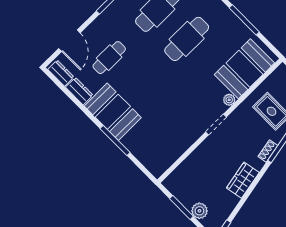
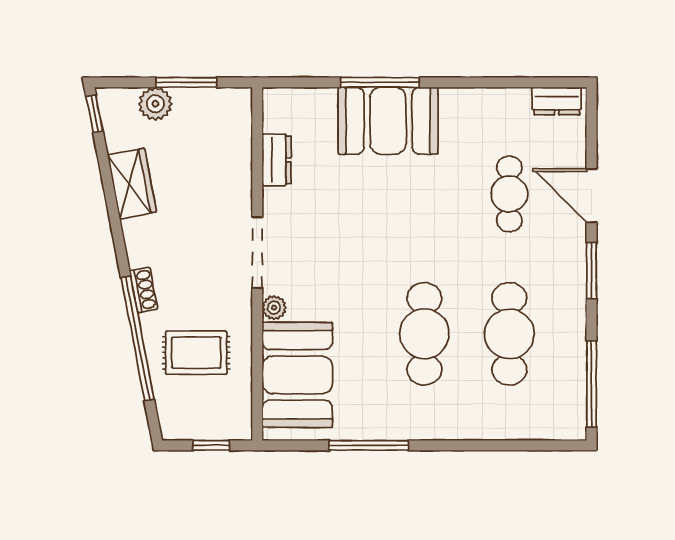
door: (69, 41) -> (592, 196), moved
dresser: (79, 91) -> (277, 160), moved, turned -90
booth: (113, 112) -> (388, 121), moved
doorway: (216, 125) -> (257, 253), width x1.38
wardrobe: (243, 180) -> (132, 184), moved

